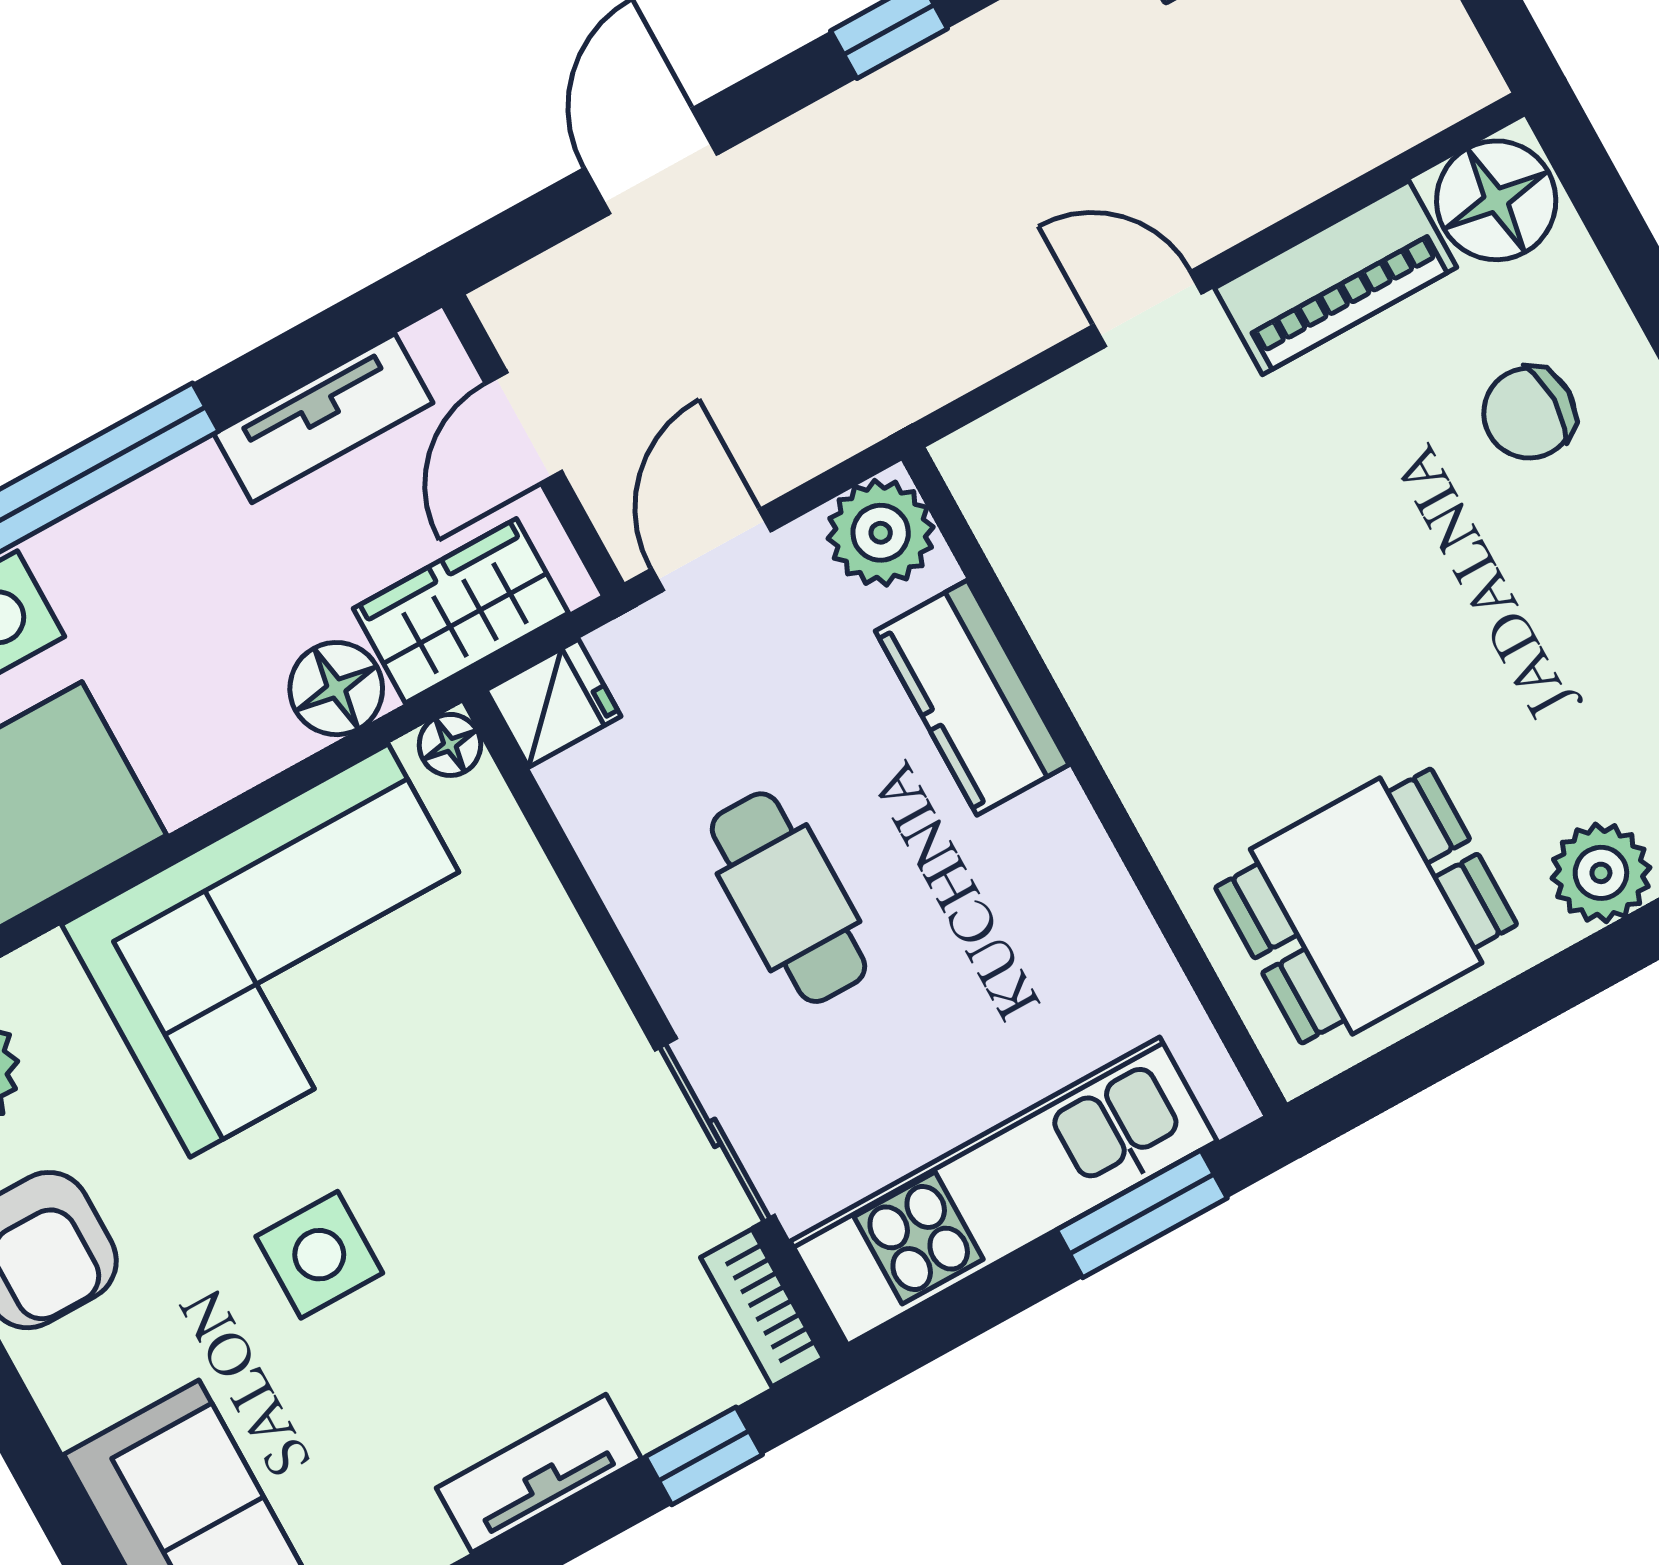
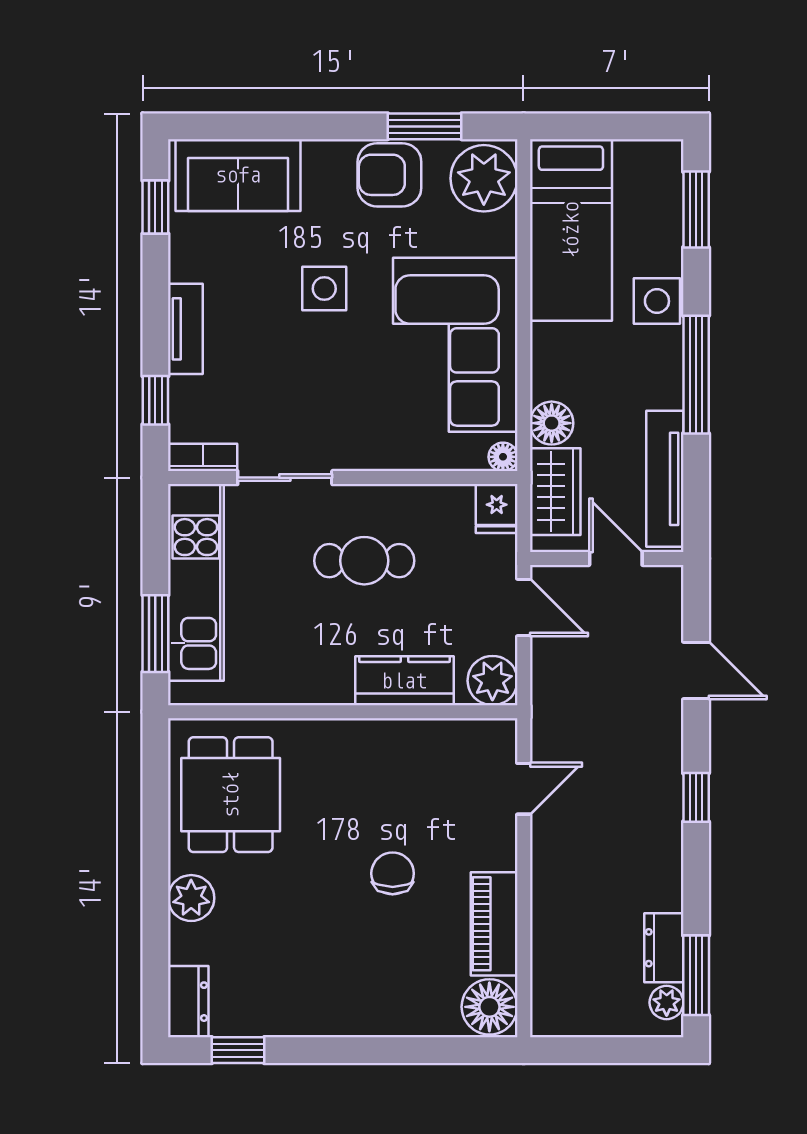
door: (1148, 309) -> (524, 789), moved
chair: (1529, 413) -> (393, 873), moved
tv unit: (323, 418) -> (665, 479), width x1.41

